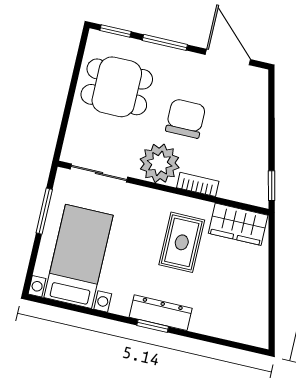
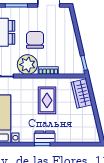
wardrobe: (238, 224) -> (82, 94), moved, turned 77
dresser: (161, 313) -> (45, 137), width x0.70

